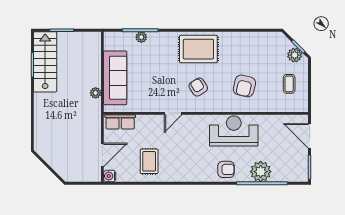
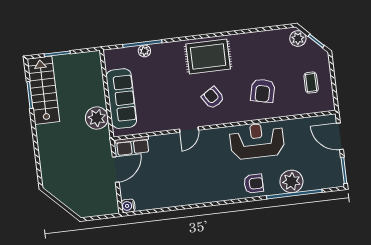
plant: (295, 55) -> (298, 38), moved
plant: (96, 93) -> (97, 118), width x1.87, depth x1.87
door: (102, 155) -> (116, 170), moved
rug: (149, 161) -> (169, 185), removed

